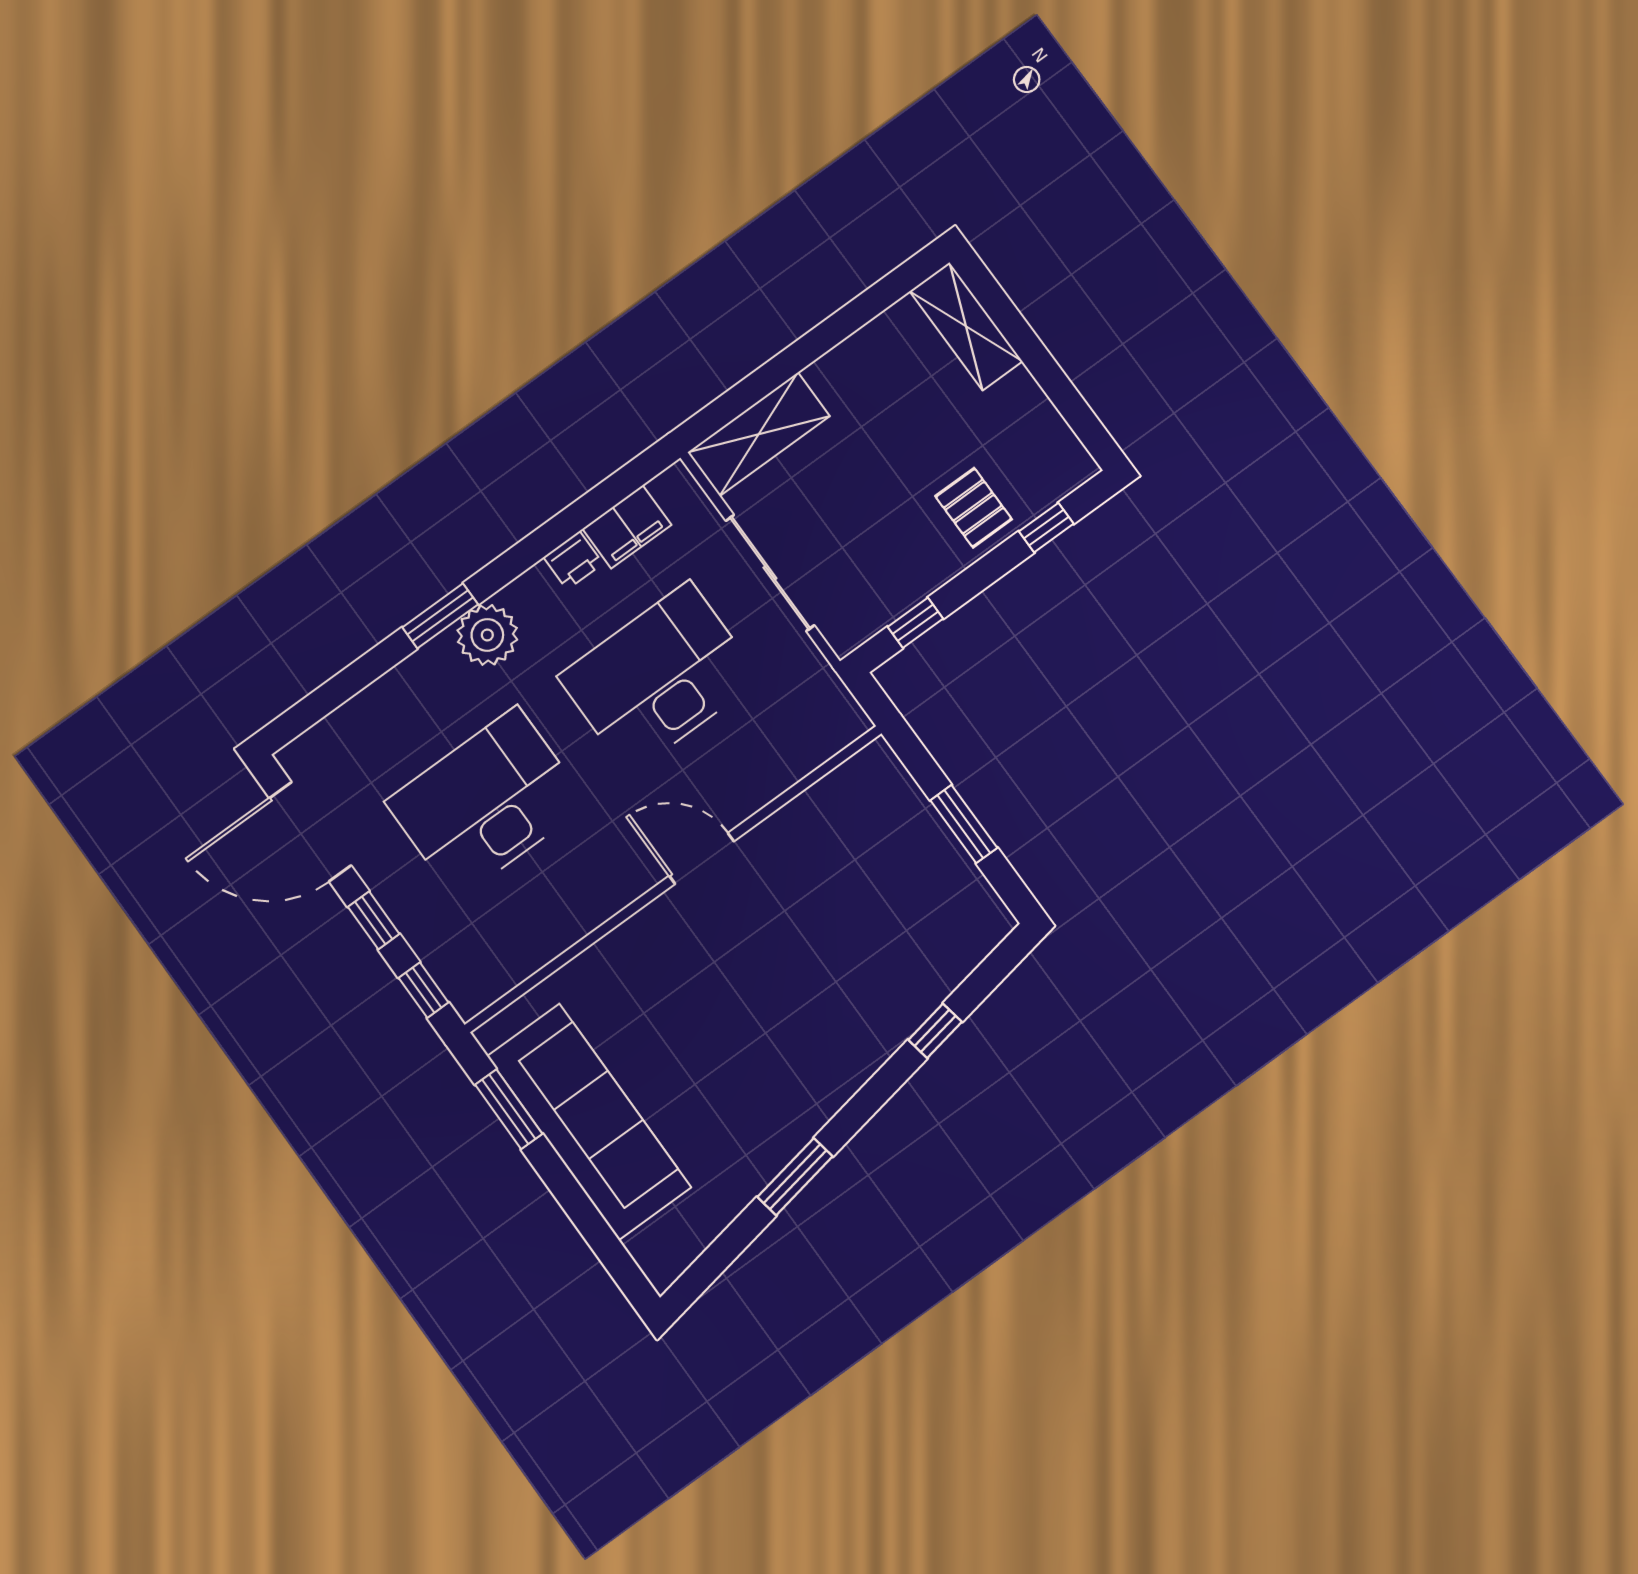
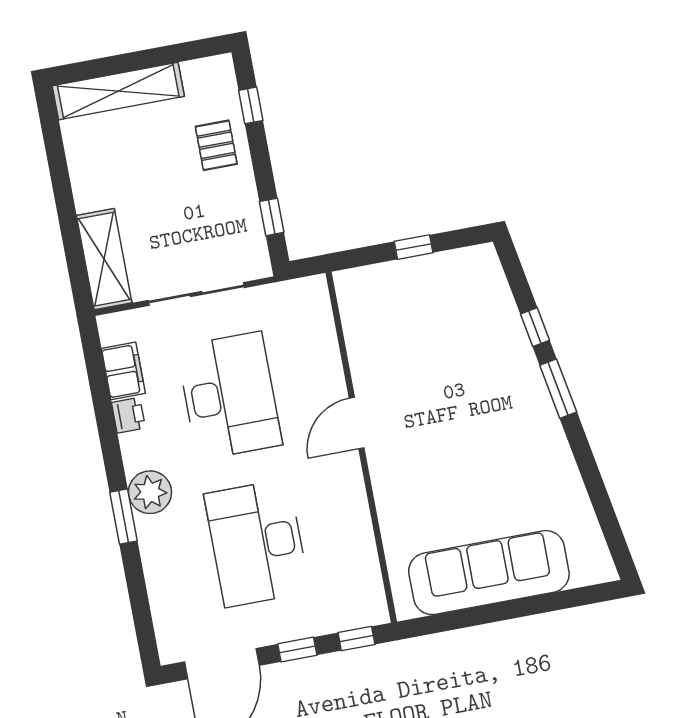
shelving: (966, 326) -> (118, 91), width x1.47
pallet: (974, 508) -> (216, 145), turned 90
desk: (659, 678) -> (229, 396), turned 180
window: (964, 824) -> (414, 247), width x0.67
window: (509, 1109) -> (457, 620), removed
window: (795, 1177) -> (558, 389), moved

